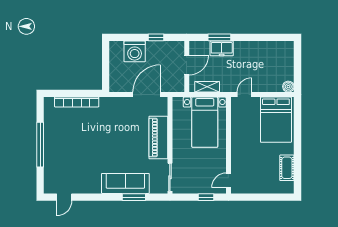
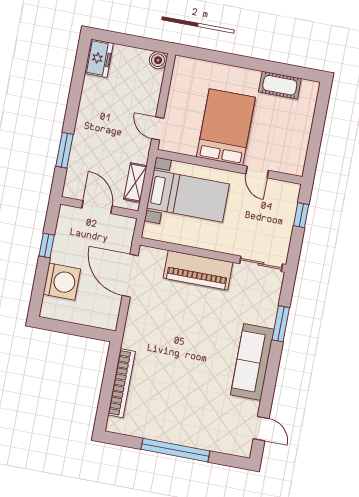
freezer: (222, 48) -> (99, 58), moved
bed: (276, 120) -> (226, 127), moved, turned -90
door: (228, 180) -> (257, 172), moved
sofa: (125, 183) -> (252, 362), moved

